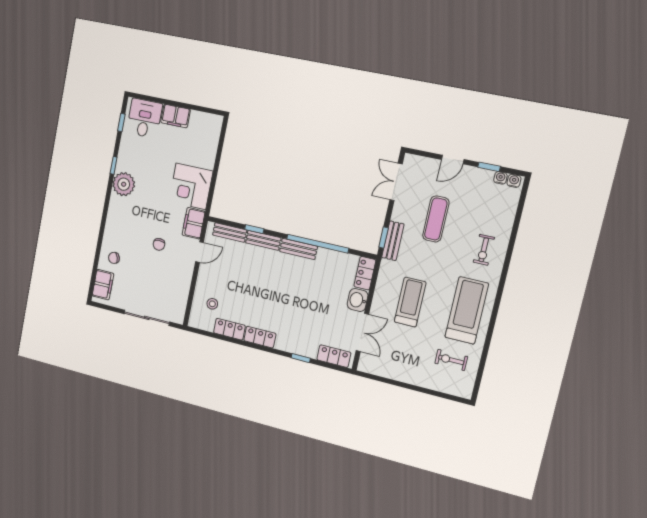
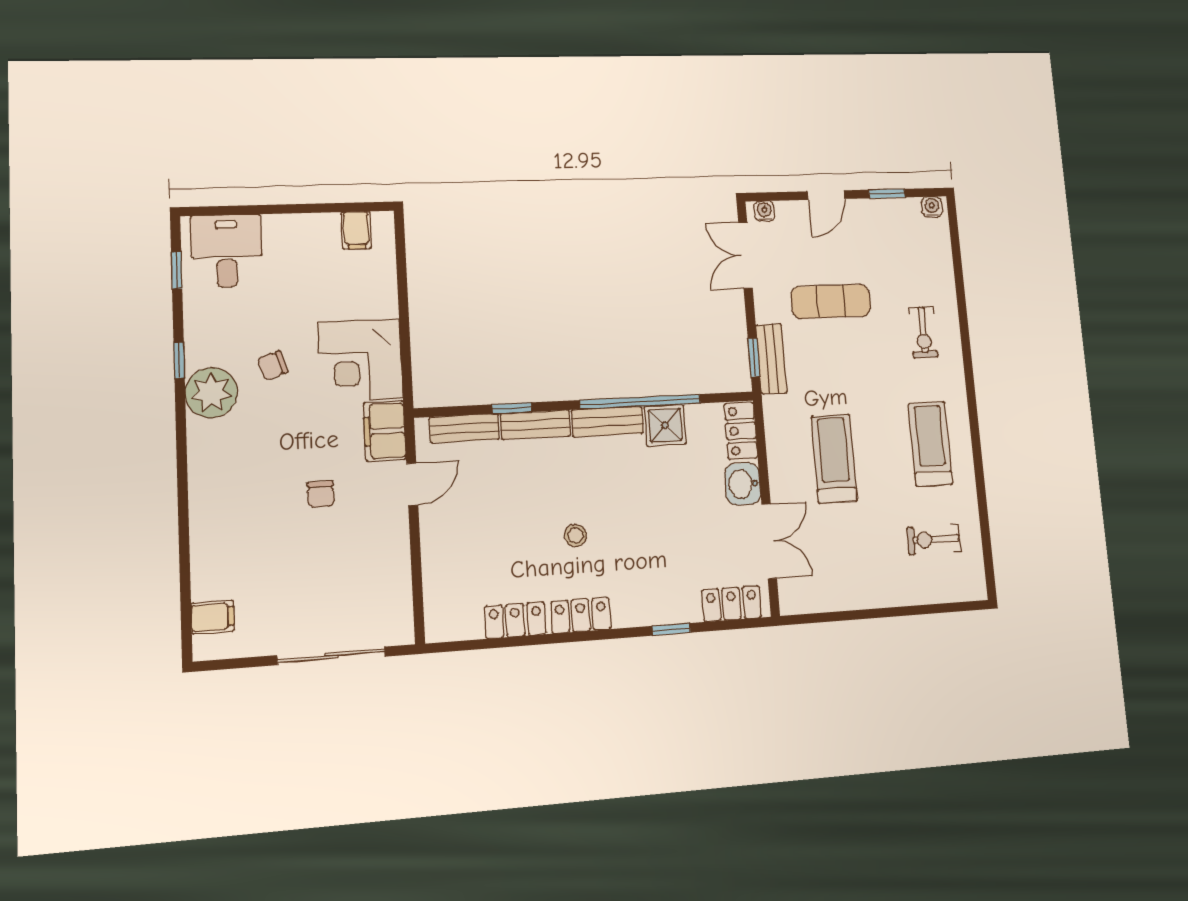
filing cabinet: (176, 116) -> (356, 230), moved, width x0.50
water cooler: (500, 178) -> (764, 211), moved
exercise mat: (436, 219) -> (831, 301), turned 90
chair: (114, 258) -> (273, 365), moved
shower: (327, 259) -> (665, 425), added
filing cabinet: (103, 285) -> (213, 617), width x0.50
stool: (212, 304) -> (575, 535), moved
treadmill: (467, 310) -> (930, 444), width x0.73, depth x0.73

